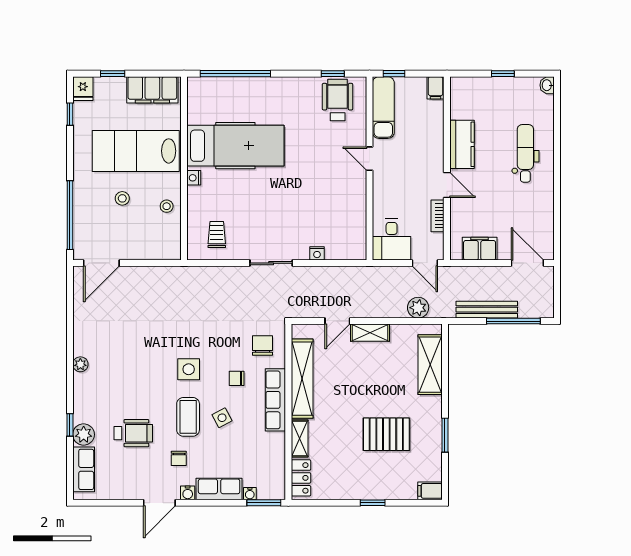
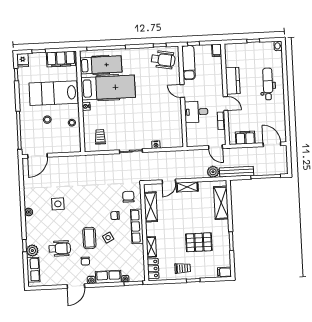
wheelchair: (338, 100) -> (163, 60), turned 100
hospital bed: (224, 104) -> (101, 65), added
desk: (392, 240) -> (196, 112), moved, turned 90
bench: (487, 310) -> (237, 172), moved
side table: (189, 369) -> (58, 204), moved
shelving: (302, 379) -> (151, 207), width x0.68
trolley: (355, 480) -> (183, 268), added

